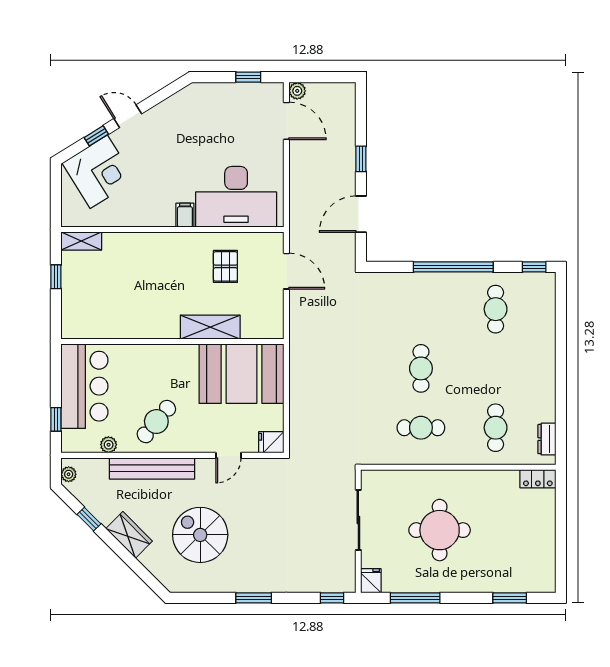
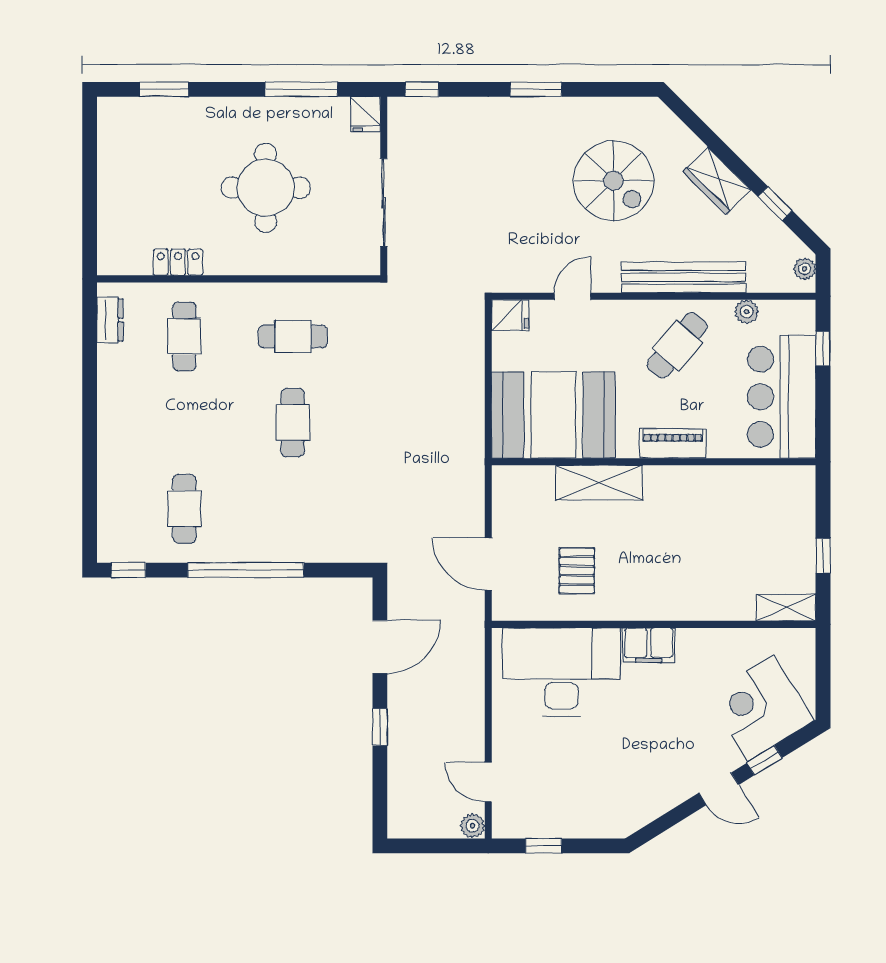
door: (286, 121) -> (488, 782), width x0.73
filing cabinet: (185, 215) -> (649, 645), width x2.00
piano: (159, 354) -> (673, 443), added
locker: (538, 479) -> (178, 262), moved

